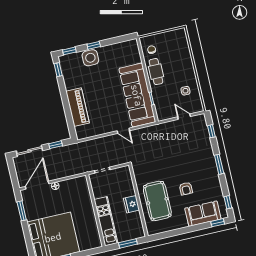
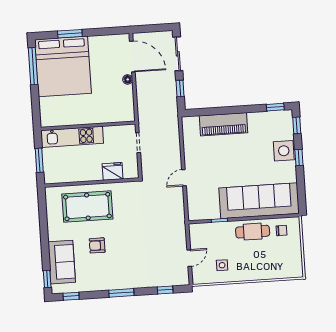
sofa: (137, 95) -> (259, 201), moved
fridge: (131, 204) -> (113, 171), moved
window: (22, 211) -> (70, 34), moved

